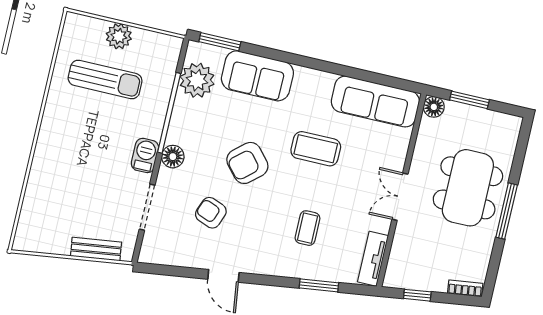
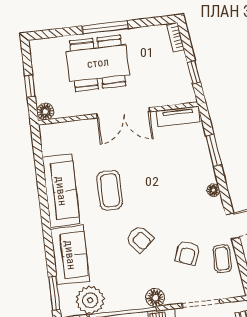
window: (469, 100) -> (30, 86), width x0.67
sofa: (375, 101) -> (61, 191), moved
armchair: (247, 163) -> (140, 239), width x0.72, depth x0.72
double door: (400, 197) -> (123, 113), width x1.37
coffee table: (307, 228) -> (222, 259), moved, turned 90
floor lamp: (273, 268) -> (213, 190), added

